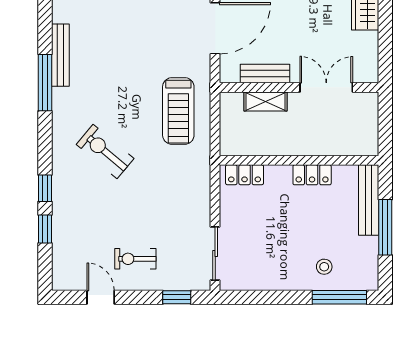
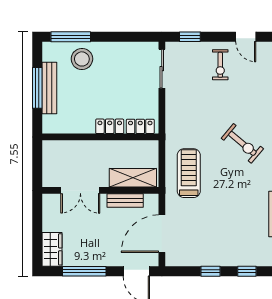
shelving: (265, 101) -> (133, 178), width x1.50, depth x1.33
locker: (312, 175) -> (110, 126), moved
bench: (369, 200) -> (49, 88), moved
exercise bike: (135, 259) -> (220, 65), turned 90
stool: (324, 267) -> (82, 59), width x1.89, depth x1.89

